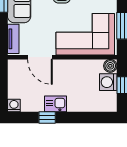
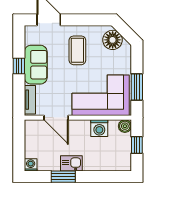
washing machine: (108, 82) -> (99, 128), moved, turned -90
window: (47, 117) -> (63, 177), width x1.50

